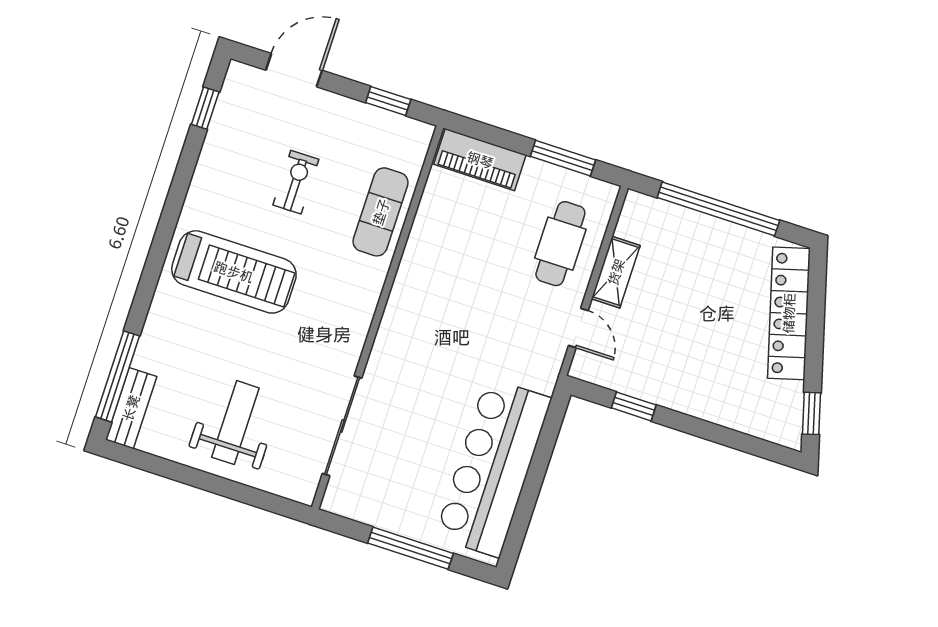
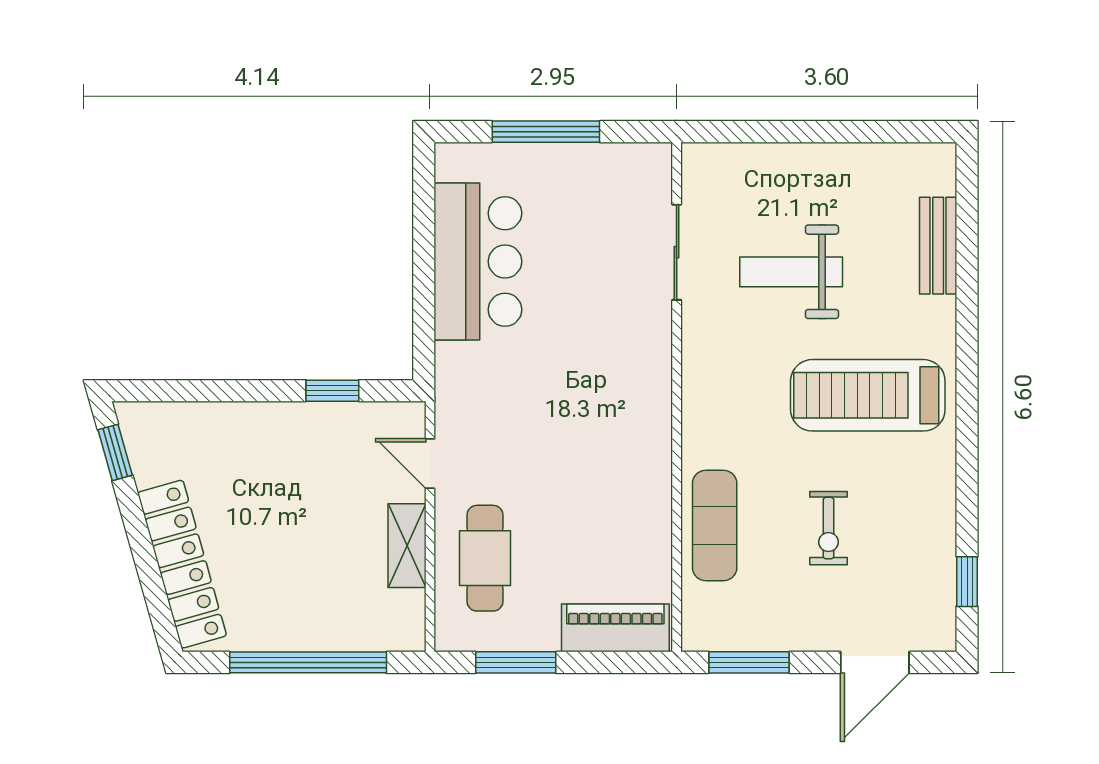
window: (388, 101) -> (749, 662), width x1.50
window: (118, 376) -> (967, 223), removed
bench: (131, 408) -> (938, 246), moved
weight bench: (235, 423) -> (791, 272), moved, turned 90
sliding door: (342, 426) -> (677, 252), width x0.73
bar counter: (493, 468) -> (478, 261), width x0.73

